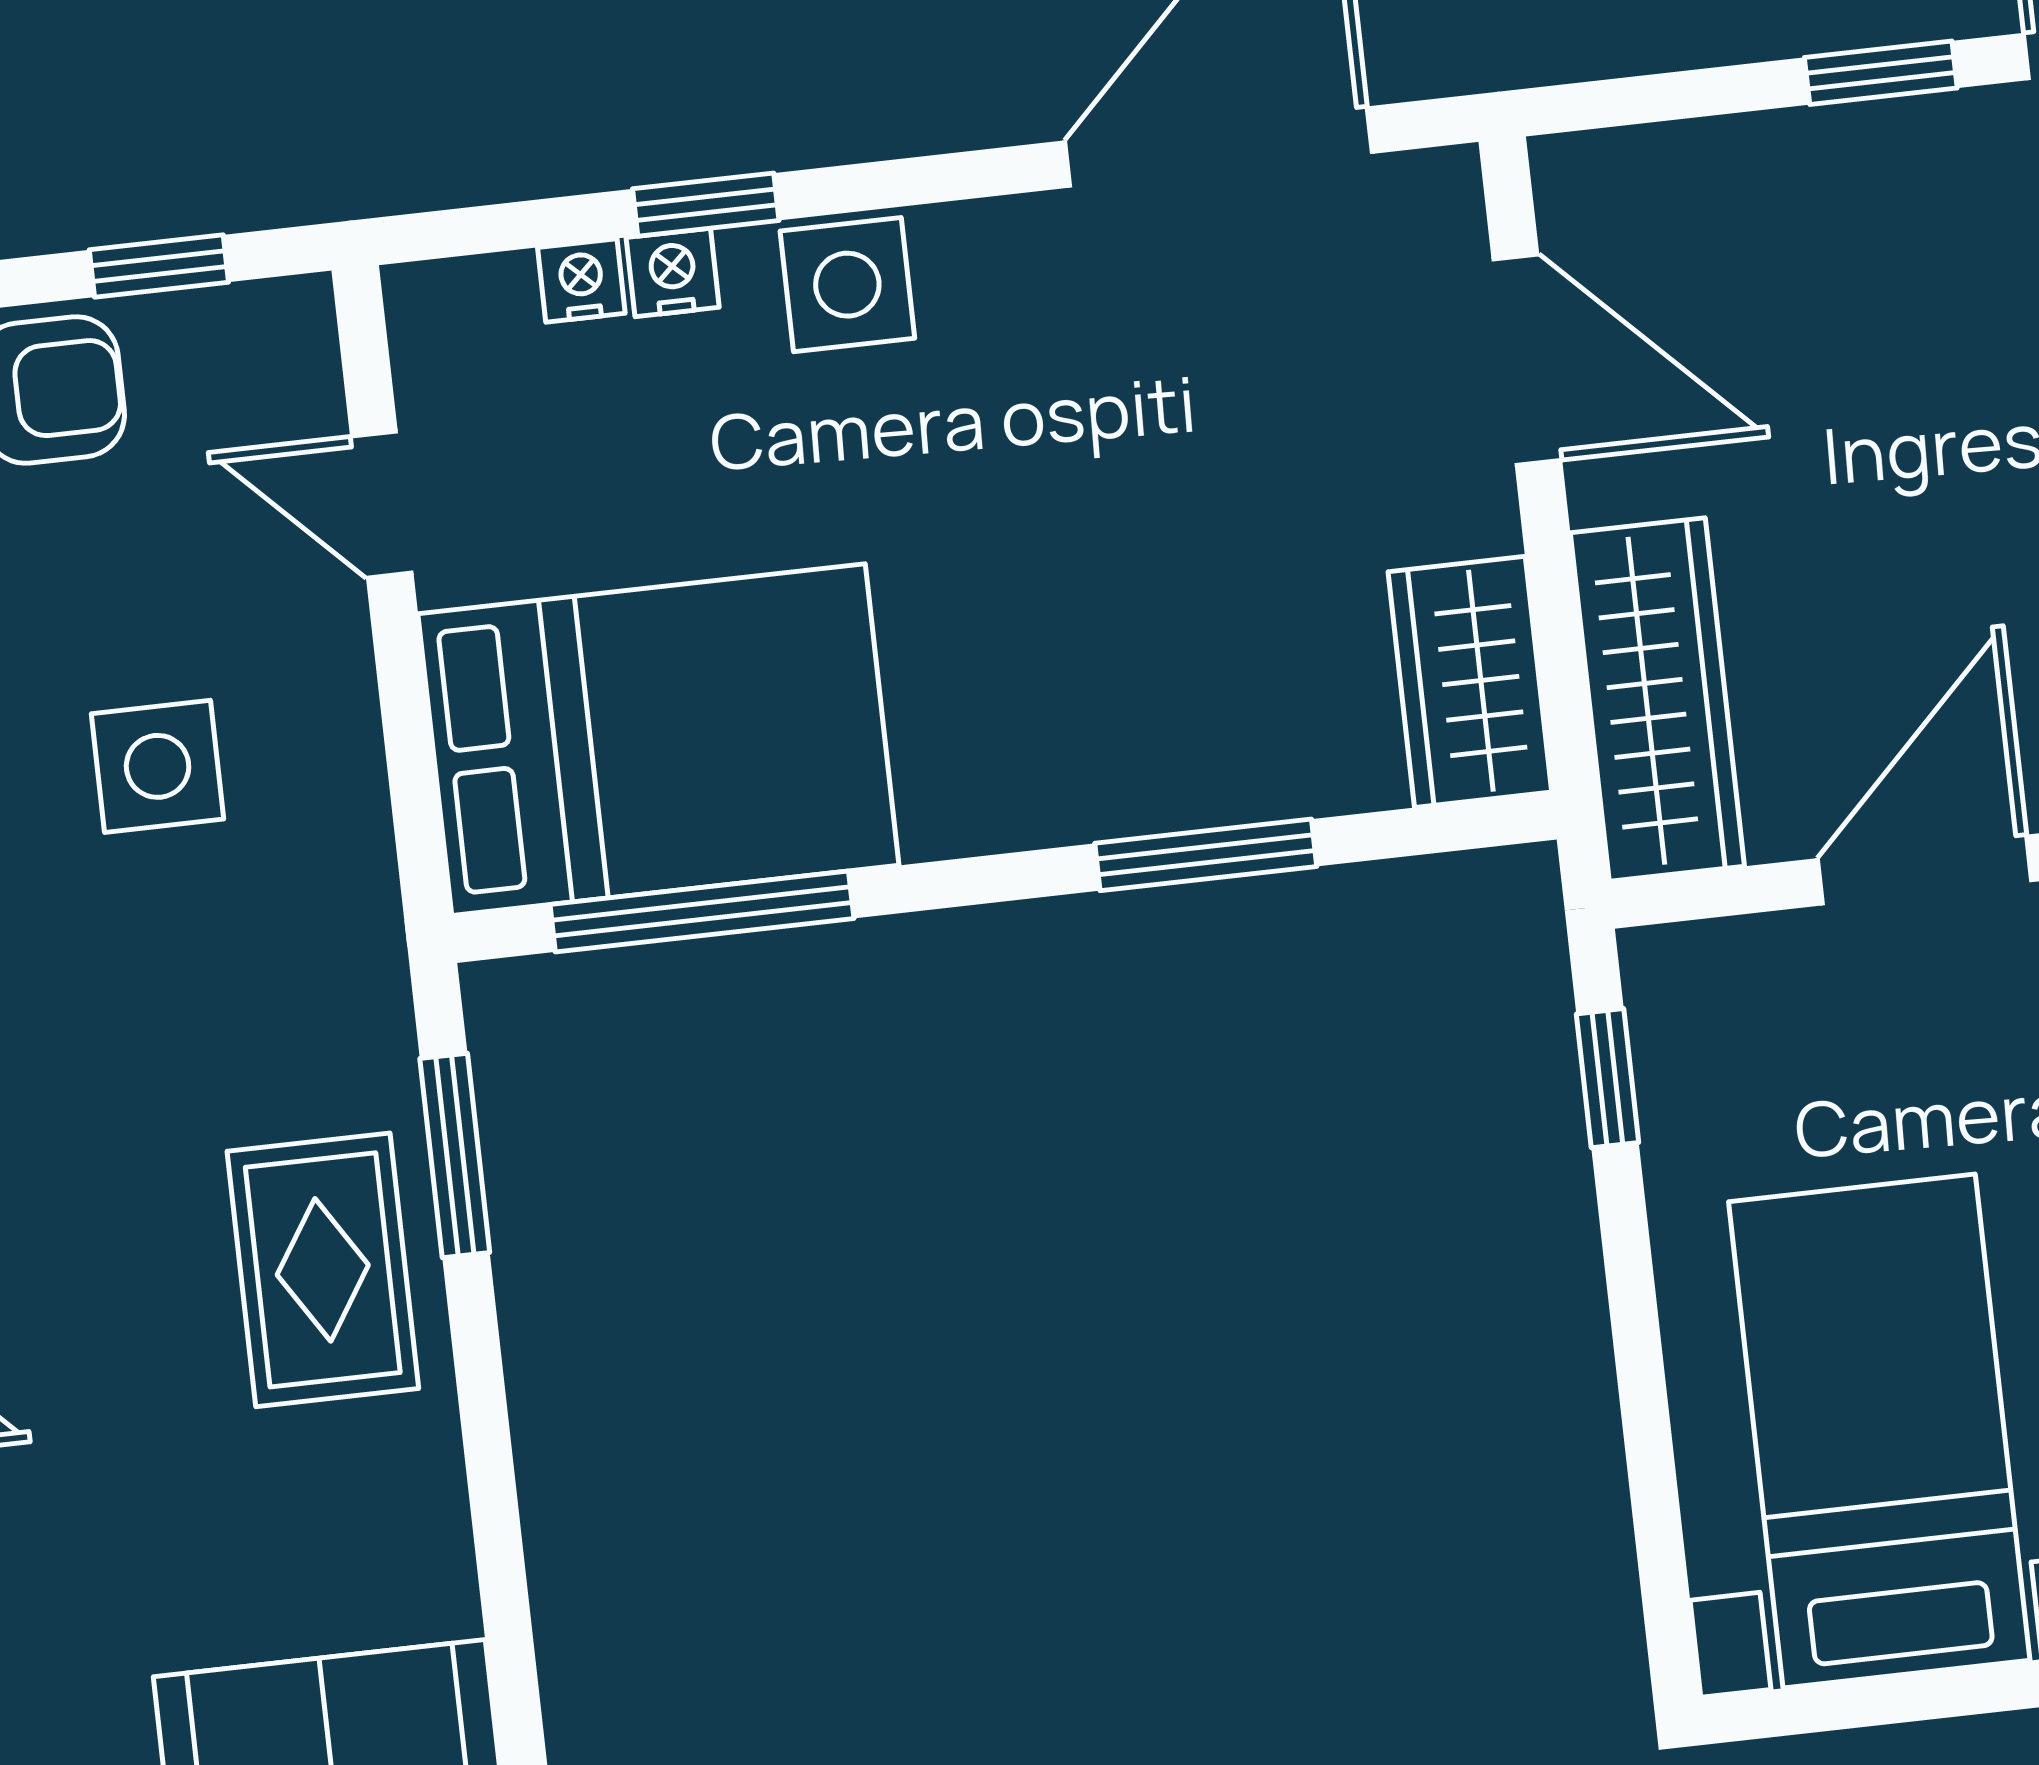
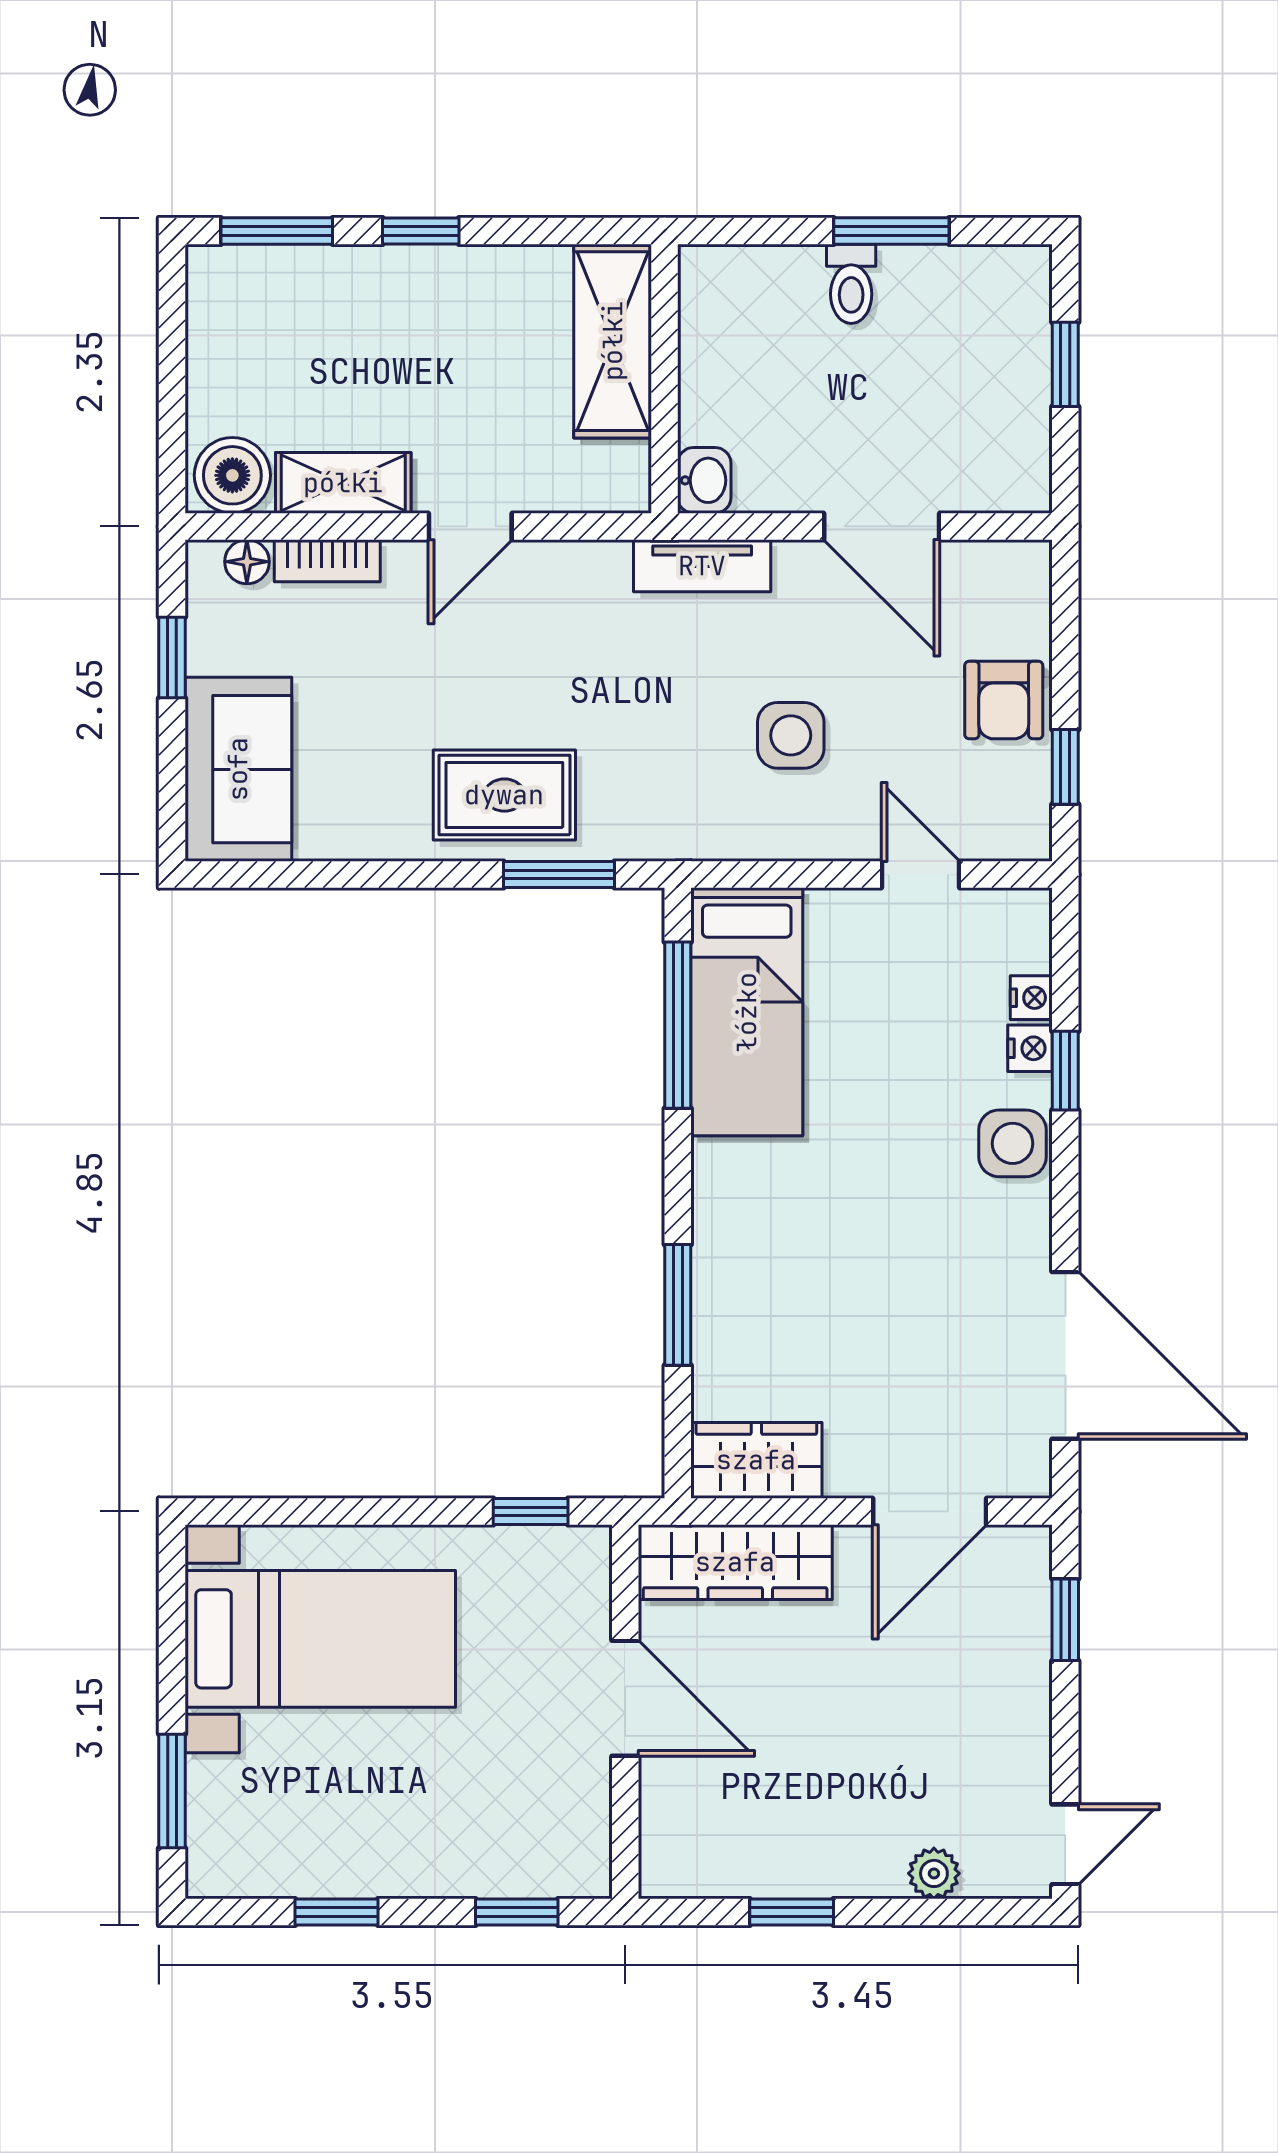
window: (1881, 73) -> (1065, 1620), moved
door: (382, 505) -> (920, 874), hinge flipped
bed: (658, 740) -> (747, 1012), width x0.67

